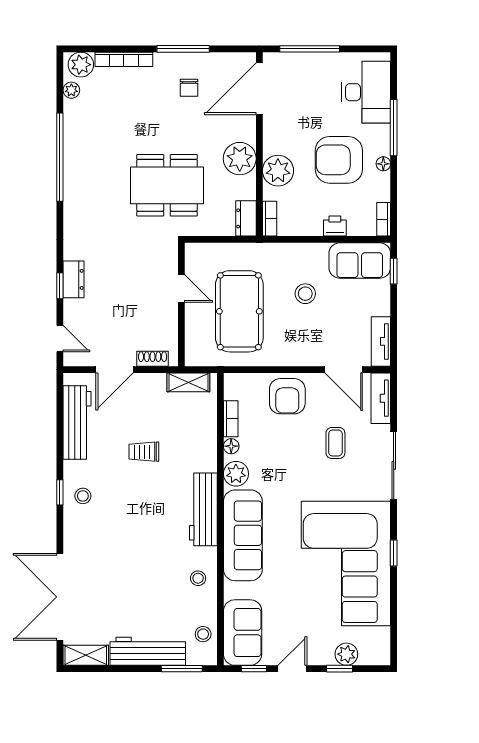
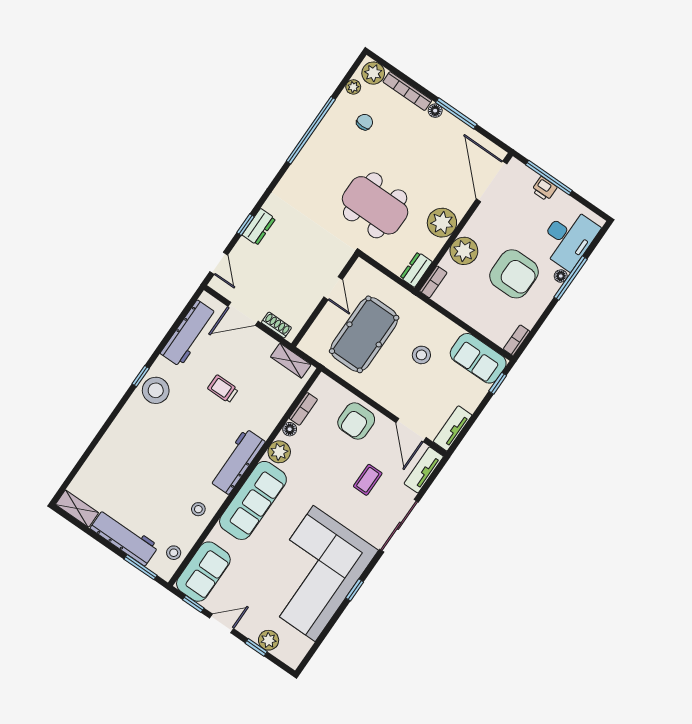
floor lamp: (162, 60) -> (435, 111), added
chair: (189, 88) -> (365, 122), moved, turned 180
door: (259, 89) -> (492, 181), hinge flipped
armchair: (339, 160) -> (514, 274), turned 180
floor lamp: (383, 164) -> (561, 276), moved
printer: (335, 226) -> (544, 189), moved, turned 180
stool: (83, 496) -> (156, 390), width x1.89, depth x1.89
double door: (60, 597) -> (88, 453), removed

